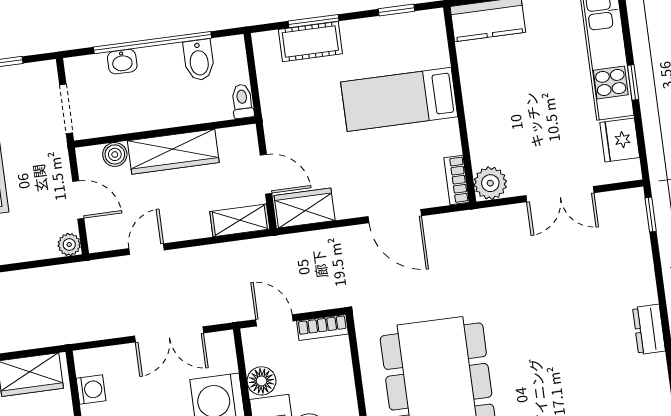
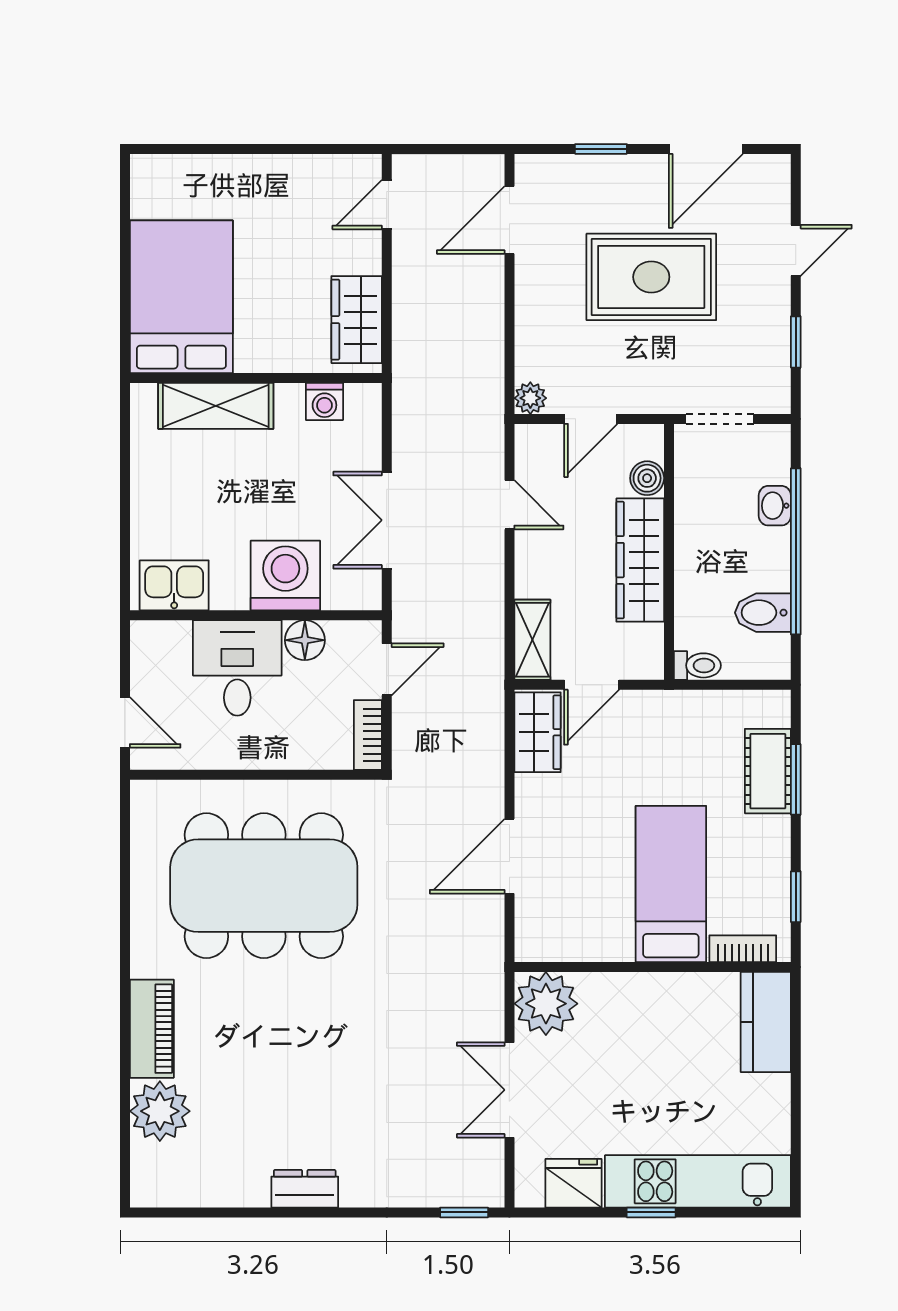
bookcase: (457, 180) -> (743, 949), moved
plant: (490, 183) -> (546, 1004), width x1.36, depth x1.36

